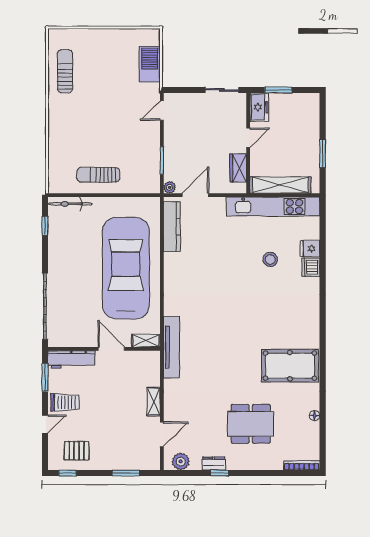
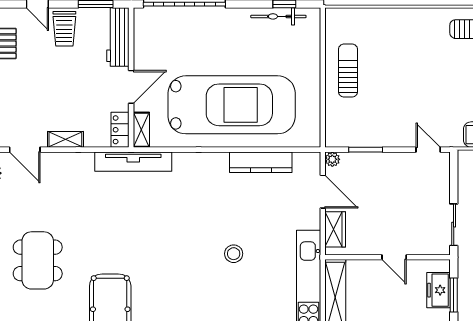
freezer: (259, 107) -> (438, 290), moved, turned 90
wardrobe: (238, 168) -> (335, 229), moved, turned 90
bicycle: (70, 204) -> (278, 16), moved, turned -90
kitchen counter: (172, 227) -> (261, 162), moved
stool: (270, 259) -> (234, 254), moved
locker: (146, 358) -> (120, 130), added

